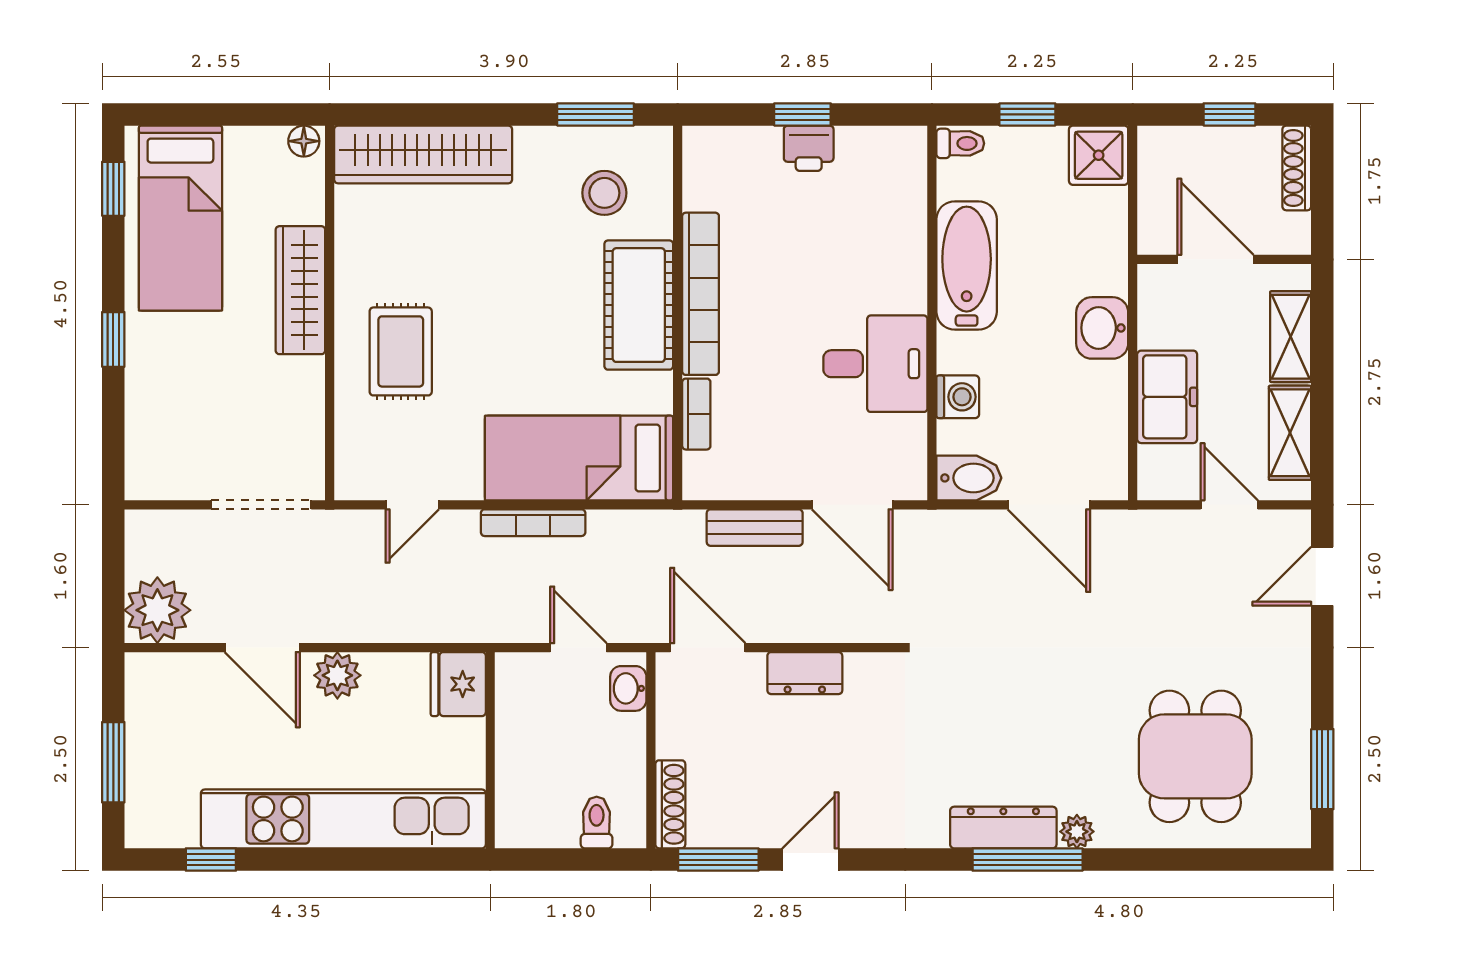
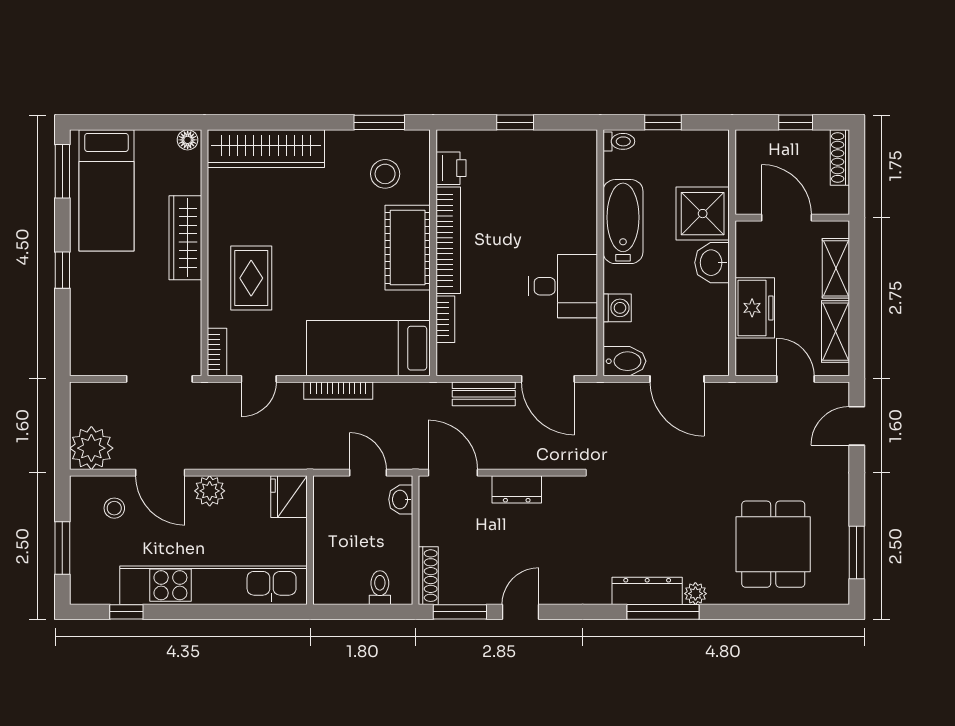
printer: (809, 148) -> (451, 168), moved, turned -90
shower: (1099, 155) -> (703, 214), moved, width x1.36, depth x1.36
window: (113, 189) -> (62, 171), width x1.50
bookcase: (349, 464) -> (217, 352), added
stool: (192, 702) -> (114, 508), added

